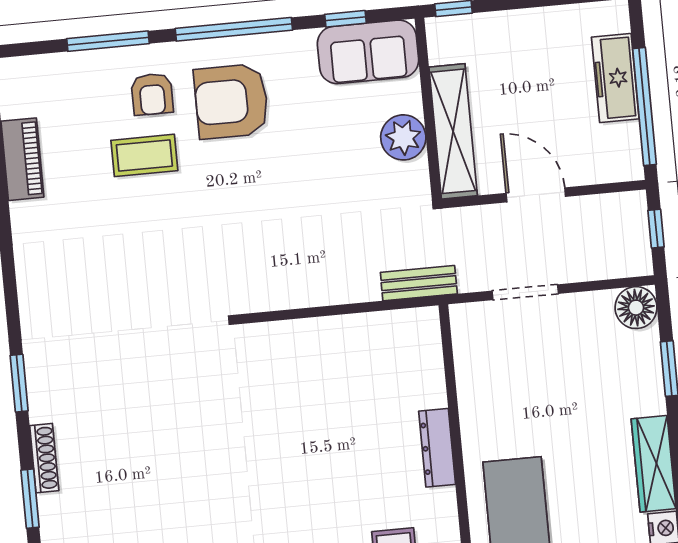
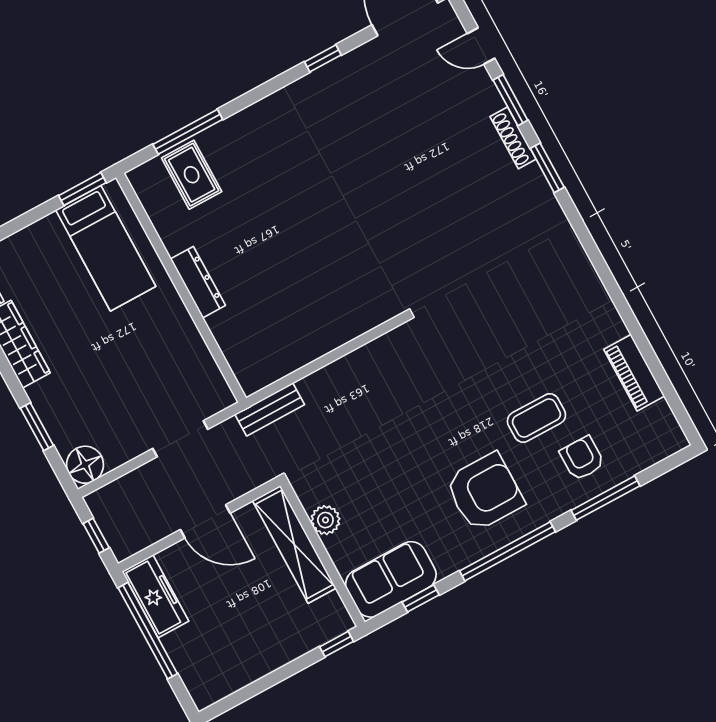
freezer: (615, 78) -> (155, 596), moved
armchair: (152, 94) -> (582, 458), moved
plant: (403, 137) -> (325, 520), width x0.73, depth x0.73
window: (19, 383) -> (547, 168), moved

